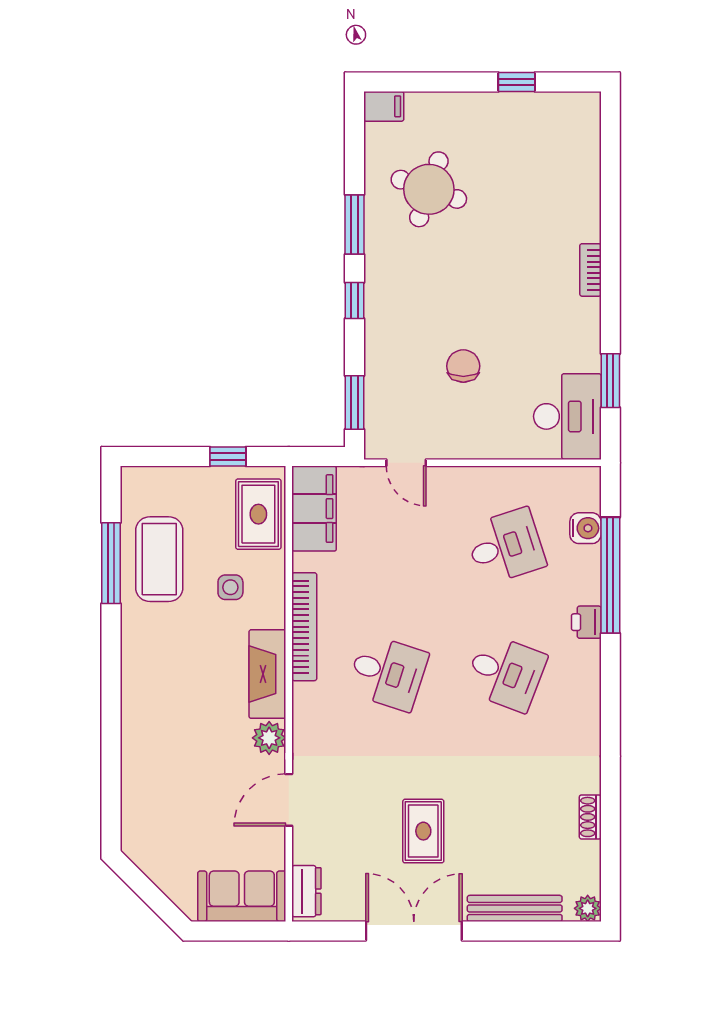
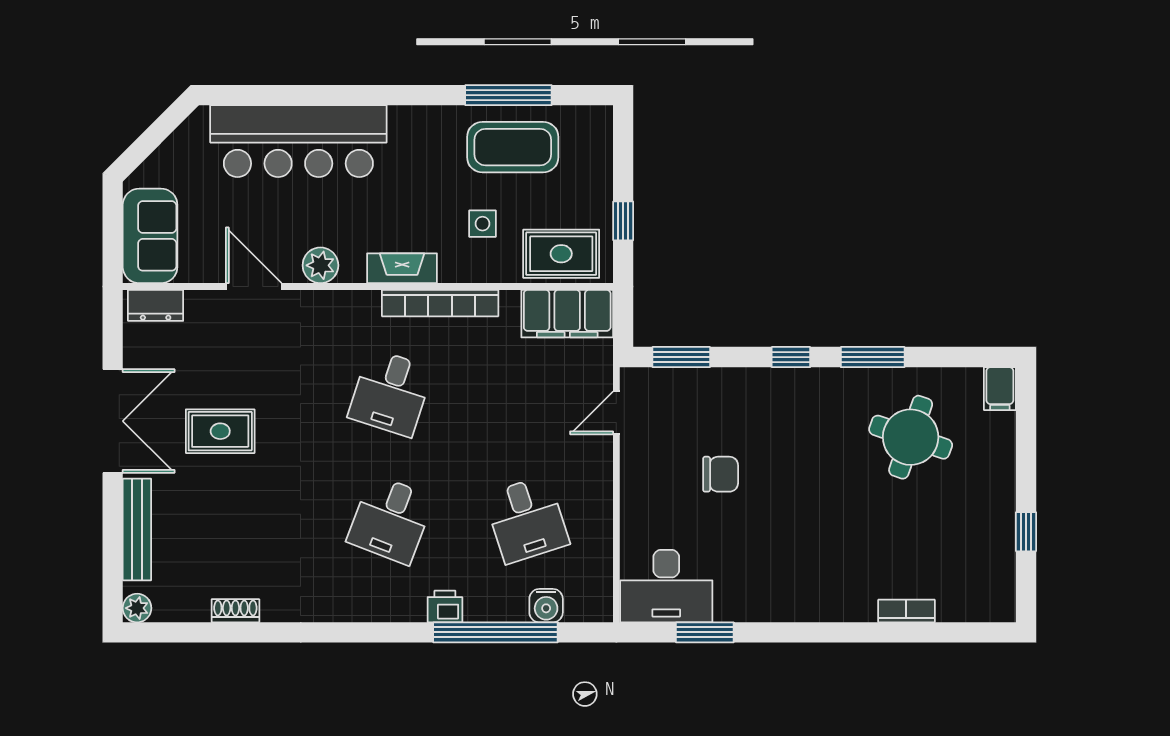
bookcase: (590, 270) -> (906, 611), moved
fireplace: (267, 674) -> (402, 268), width x0.73, depth x0.76
bar counter: (154, 758) -> (298, 141), added

